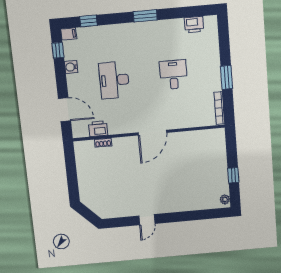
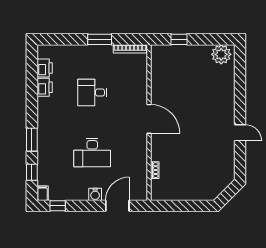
window: (145, 16) -> (32, 140), moved
water cooler: (71, 67) -> (95, 194), moved
printer: (98, 129) -> (45, 87), moved, turned 180
window: (233, 175) -> (179, 39), moved
plant: (225, 199) -> (221, 54), width x1.87, depth x1.87

